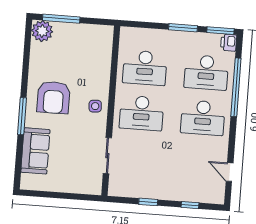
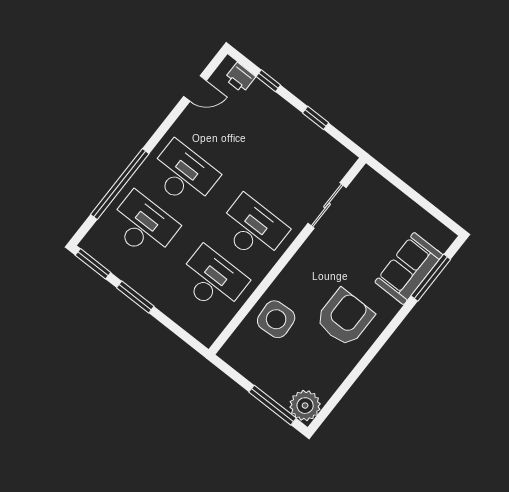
printer: (229, 43) -> (240, 78), moved, turned 90
side table: (95, 106) -> (276, 319), moved, width x1.87, depth x1.87
window: (22, 116) -> (431, 278), moved
door: (230, 172) -> (195, 88), hinge flipped

